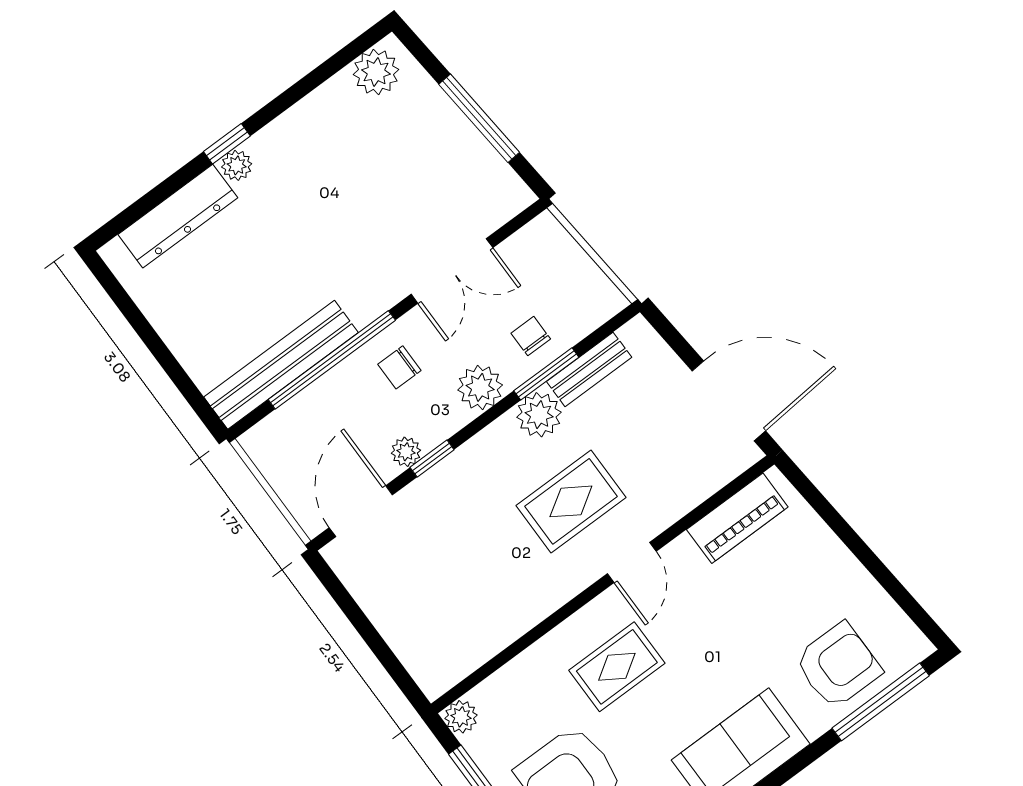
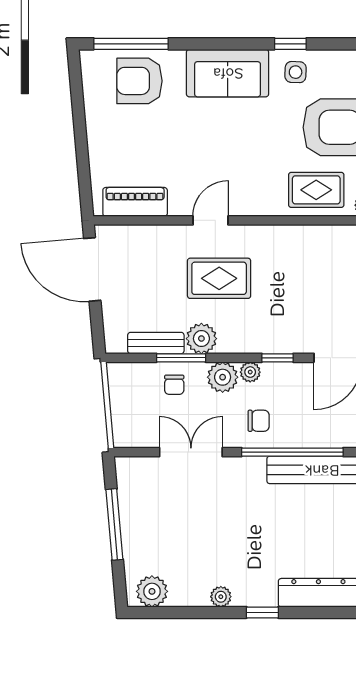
plant: (237, 165) -> (221, 597), moved
plant: (406, 452) -> (250, 372), moved
rug: (617, 667) -> (316, 190), moved

